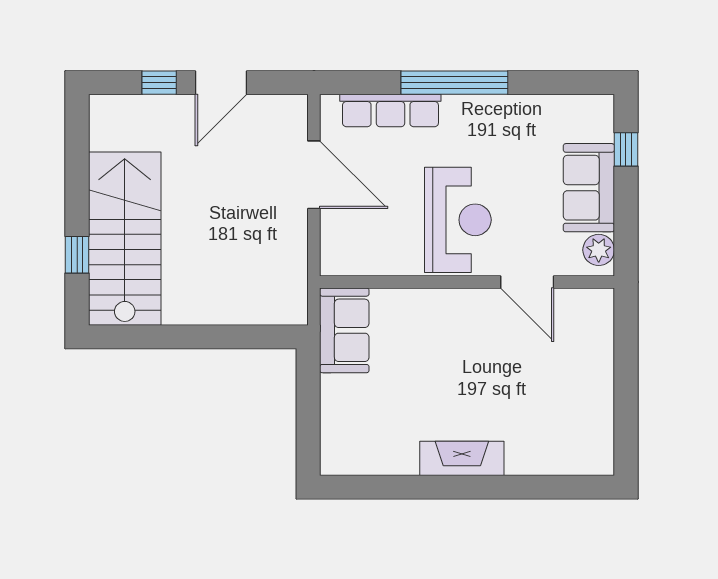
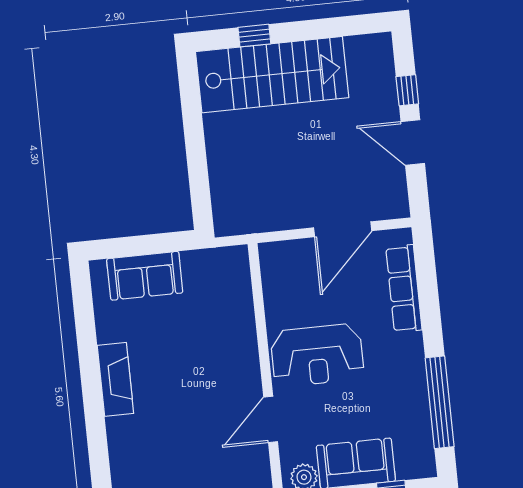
window: (454, 83) -> (440, 402), moved
sofa: (344, 330) -> (145, 276), moved

